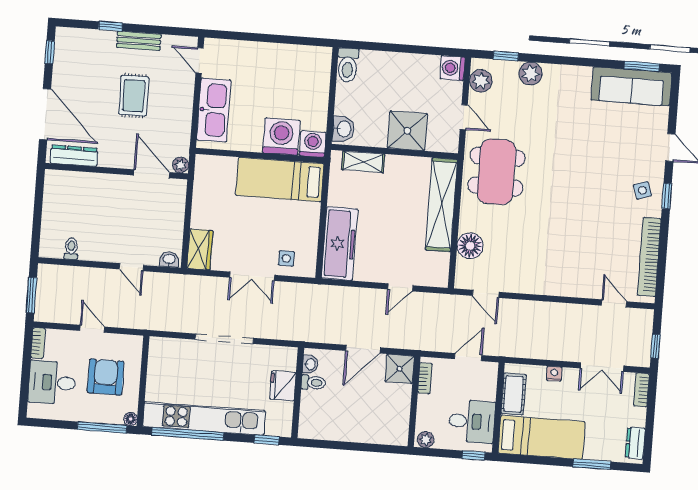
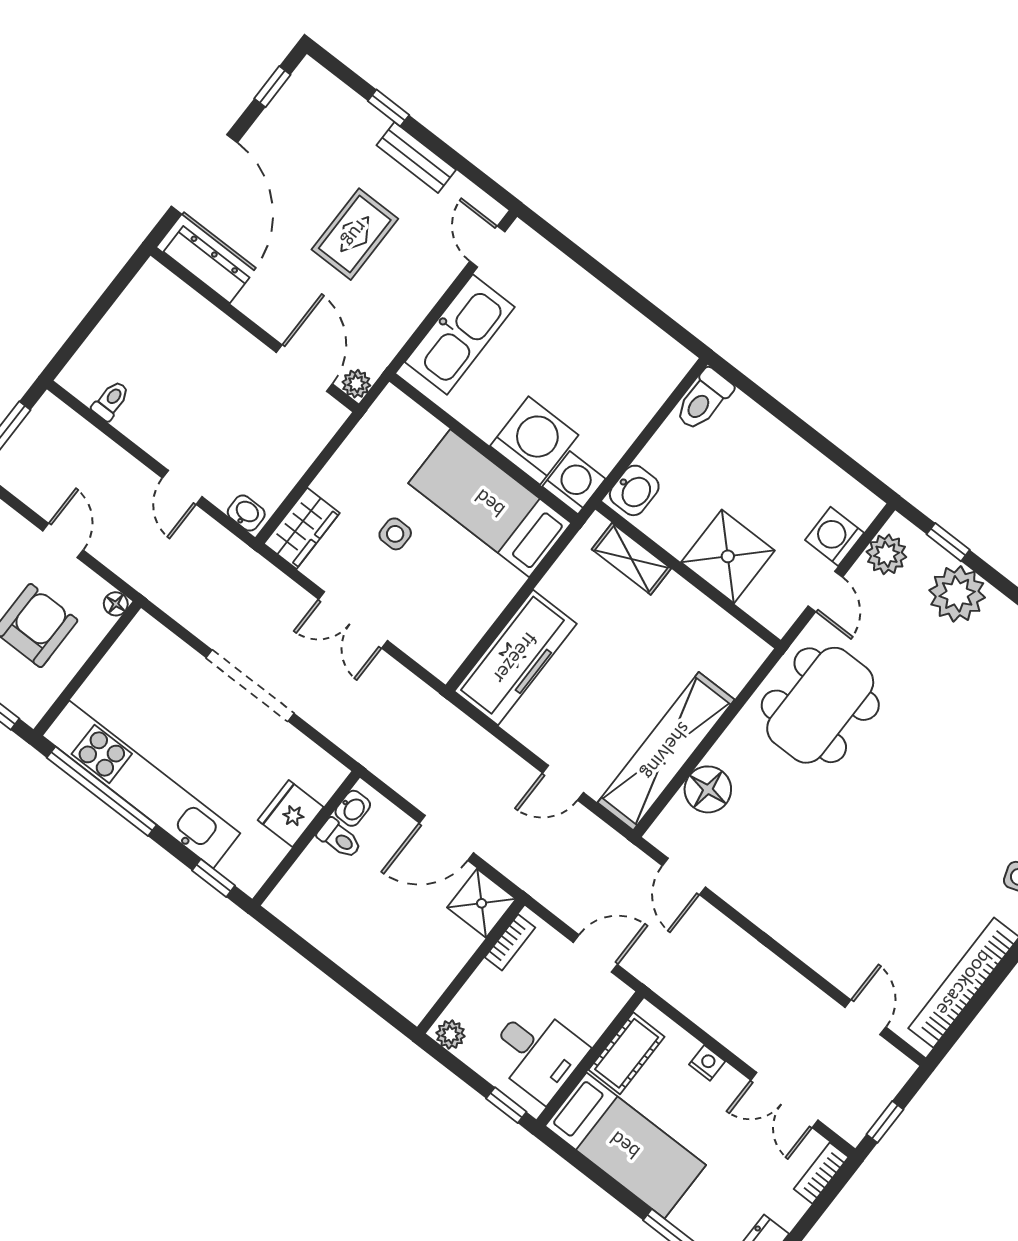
washing machine: (453, 68) -> (834, 536), moved
plant: (531, 74) -> (957, 594), width x1.36, depth x1.36
shelving: (441, 205) -> (666, 751), moved
side table: (286, 258) -> (395, 534), moved
floor lamp: (131, 419) -> (116, 604), moved

